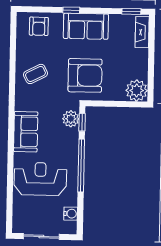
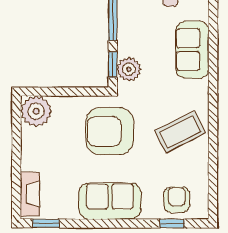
window: (71, 10) -> (172, 224), moved
coffee table: (35, 74) -> (180, 132), width x1.36, depth x1.30

